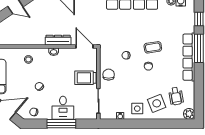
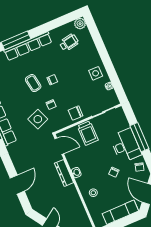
door: (84, 47) -> (59, 146), swing flipped
side table: (157, 103) -> (38, 119), moved
desk: (63, 108) -> (126, 146), width x1.37

